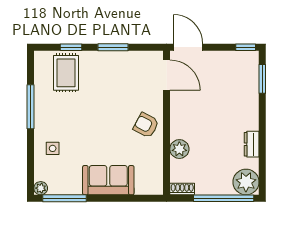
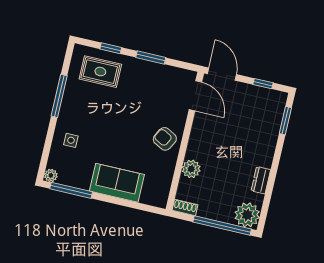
window: (246, 47) -> (263, 84), moved
rug: (66, 73) -> (100, 72), turned 90

